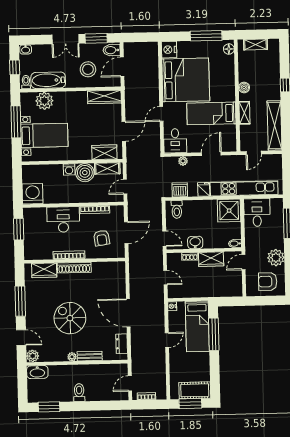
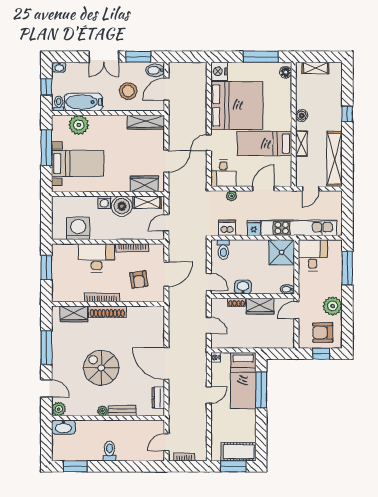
washing machine: (33, 194) -> (78, 228), moved
window: (267, 301) -> (321, 354), added

